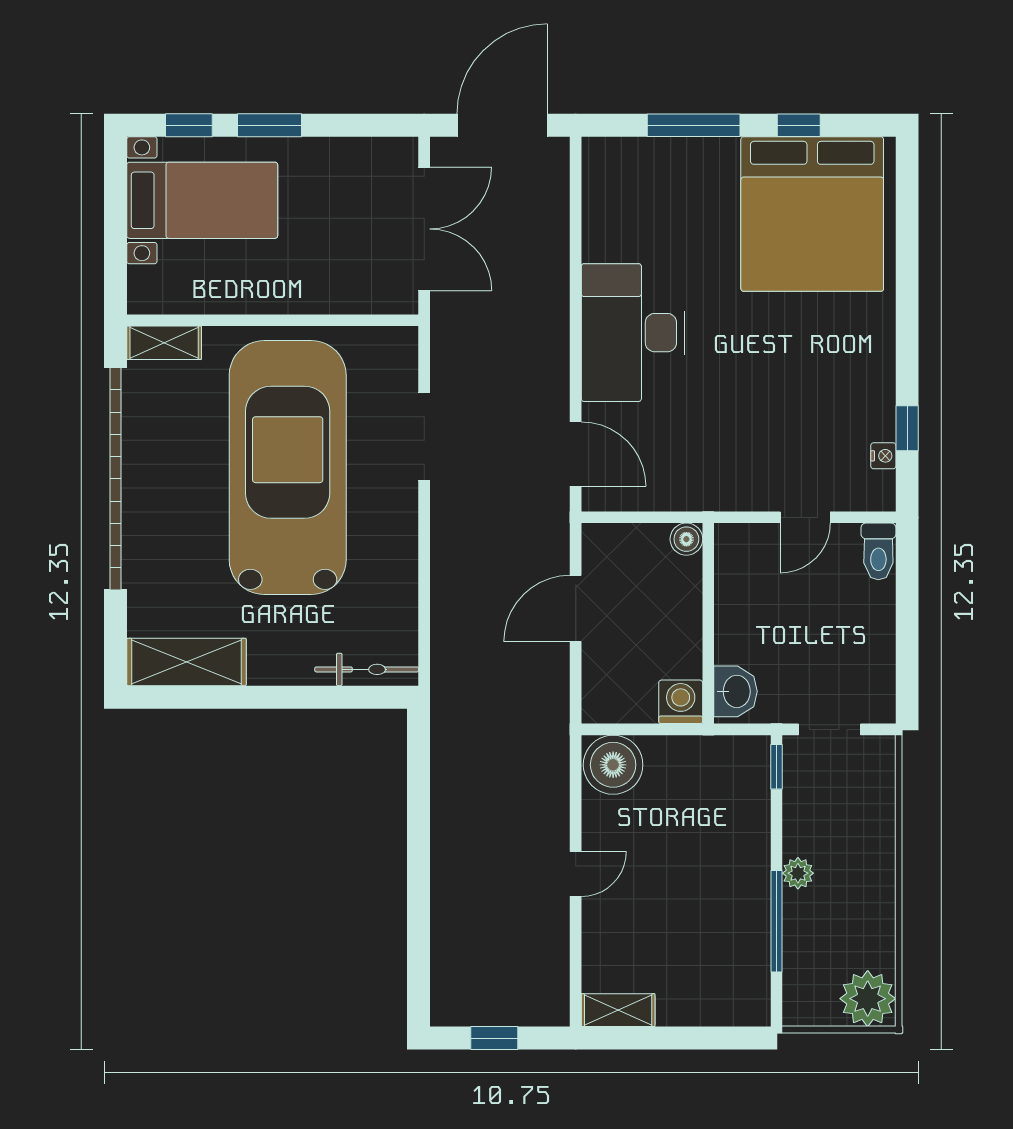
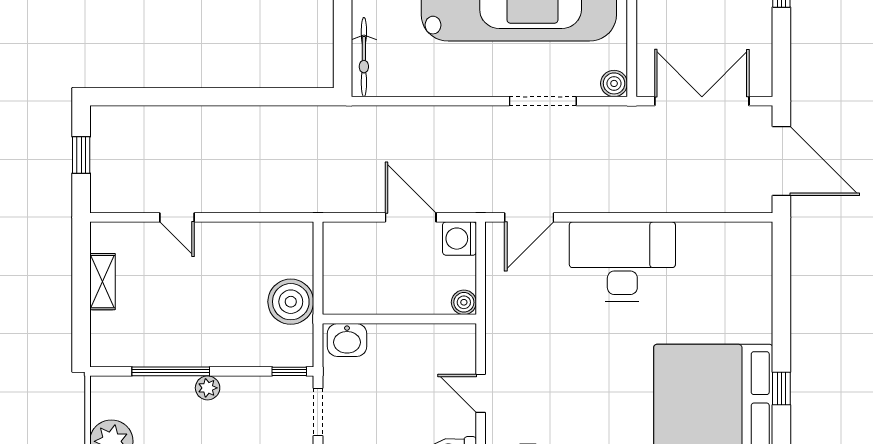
window: (694, 125) -> (781, 308), removed
double door: (424, 229) -> (702, 101), swing flipped
boiler: (401, 343) -> (614, 83), added
washing machine: (681, 702) -> (459, 239), moved, turned 180
boiler: (613, 765) -> (291, 302), moved
door: (576, 874) -> (177, 217), moved
shelving: (618, 1010) -> (102, 282), moved

